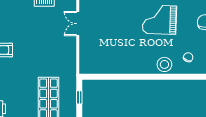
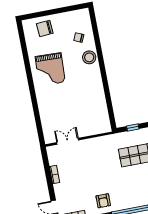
double door: (78, 24) -> (68, 141), swing flipped

